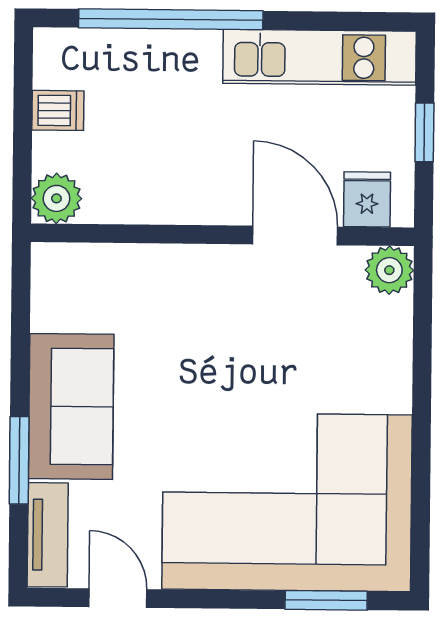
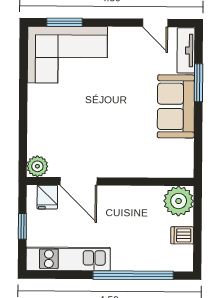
plant: (56, 198) -> (179, 201), width x1.36, depth x1.36
corner sofa: (287, 502) -> (67, 55), width x0.73, depth x0.74

